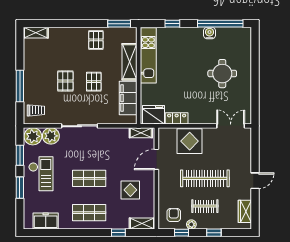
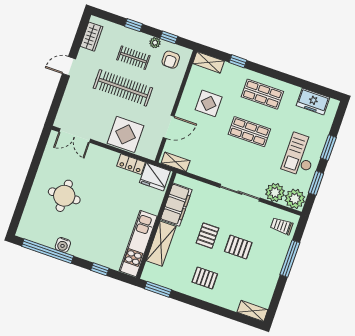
pallet: (96, 40) -> (205, 278), moved, turned 90
pallet: (65, 81) -> (238, 247), turned 90

